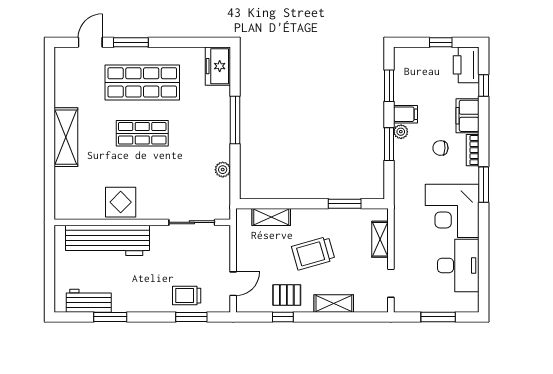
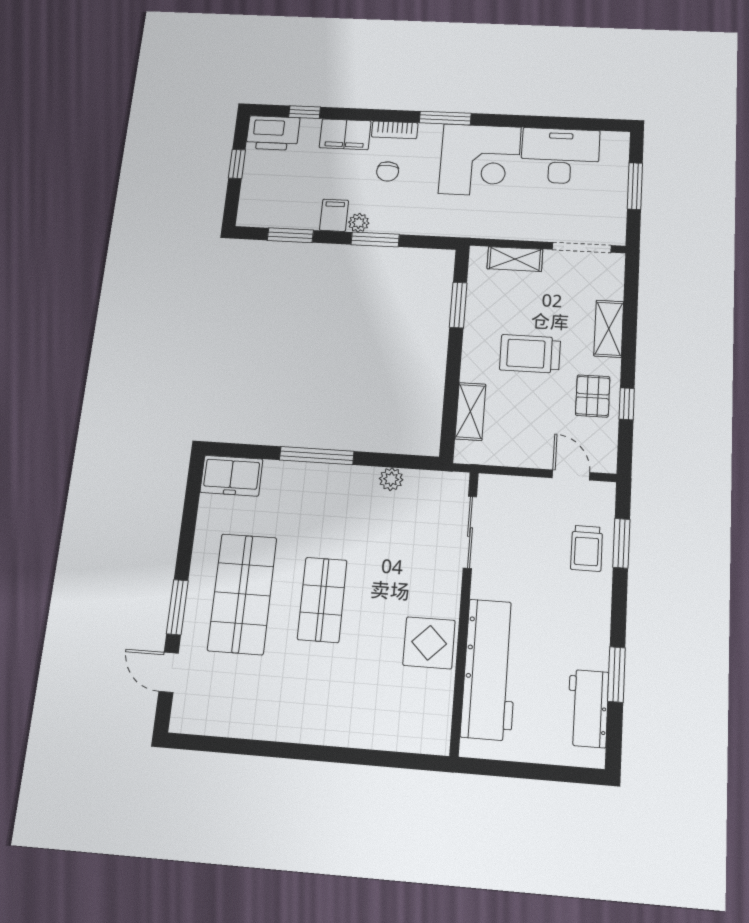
shelving: (66, 137) -> (316, 725), removed
trolley: (313, 253) -> (530, 354), turned 106
doorway: (391, 283) -> (582, 247), width x1.38

